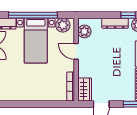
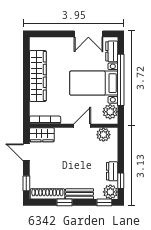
dresser: (115, 23) -> (112, 171), width x0.70
wardrobe: (29, 93) -> (38, 76), added

